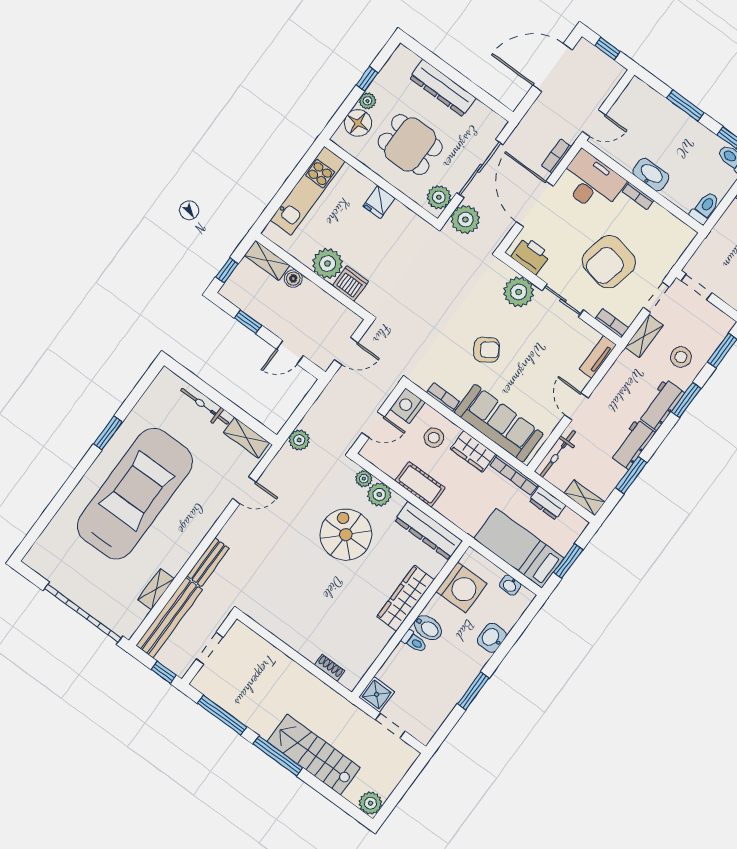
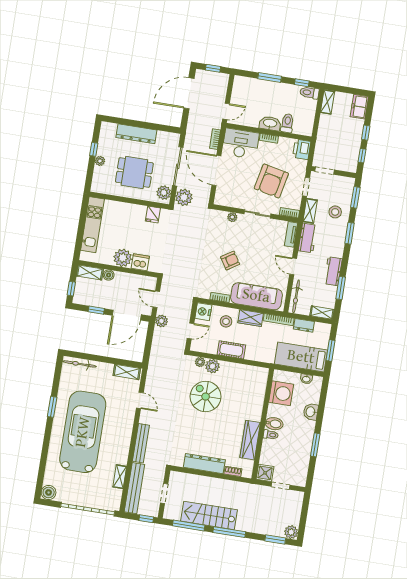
floor lamp: (358, 123) -> (101, 175), removed
fridge: (379, 202) -> (153, 214), moved
toilet: (705, 208) -> (287, 123), moved
printer: (531, 256) -> (302, 149), moved, turned -90
plant: (519, 292) -> (232, 217), width x0.53, depth x0.53
door: (346, 351) -> (156, 299), swing flipped
door: (290, 352) -> (127, 315), width x1.87
workbench: (661, 405) -> (308, 238), moved, turned 180
bicycle: (205, 406) -> (80, 364), moved
plant: (299, 440) -> (161, 321), moved
door: (244, 490) -> (140, 400), hinge flipped
dresser: (428, 531) -> (204, 464), moved, turned 180
boiler: (37, 559) -> (49, 492), added
bench: (208, 562) -> (141, 443), width x1.36
wardrobe: (406, 598) -> (250, 440), moved
stairs: (314, 755) -> (209, 515), moved
window: (341, 802) -> (275, 540), added

